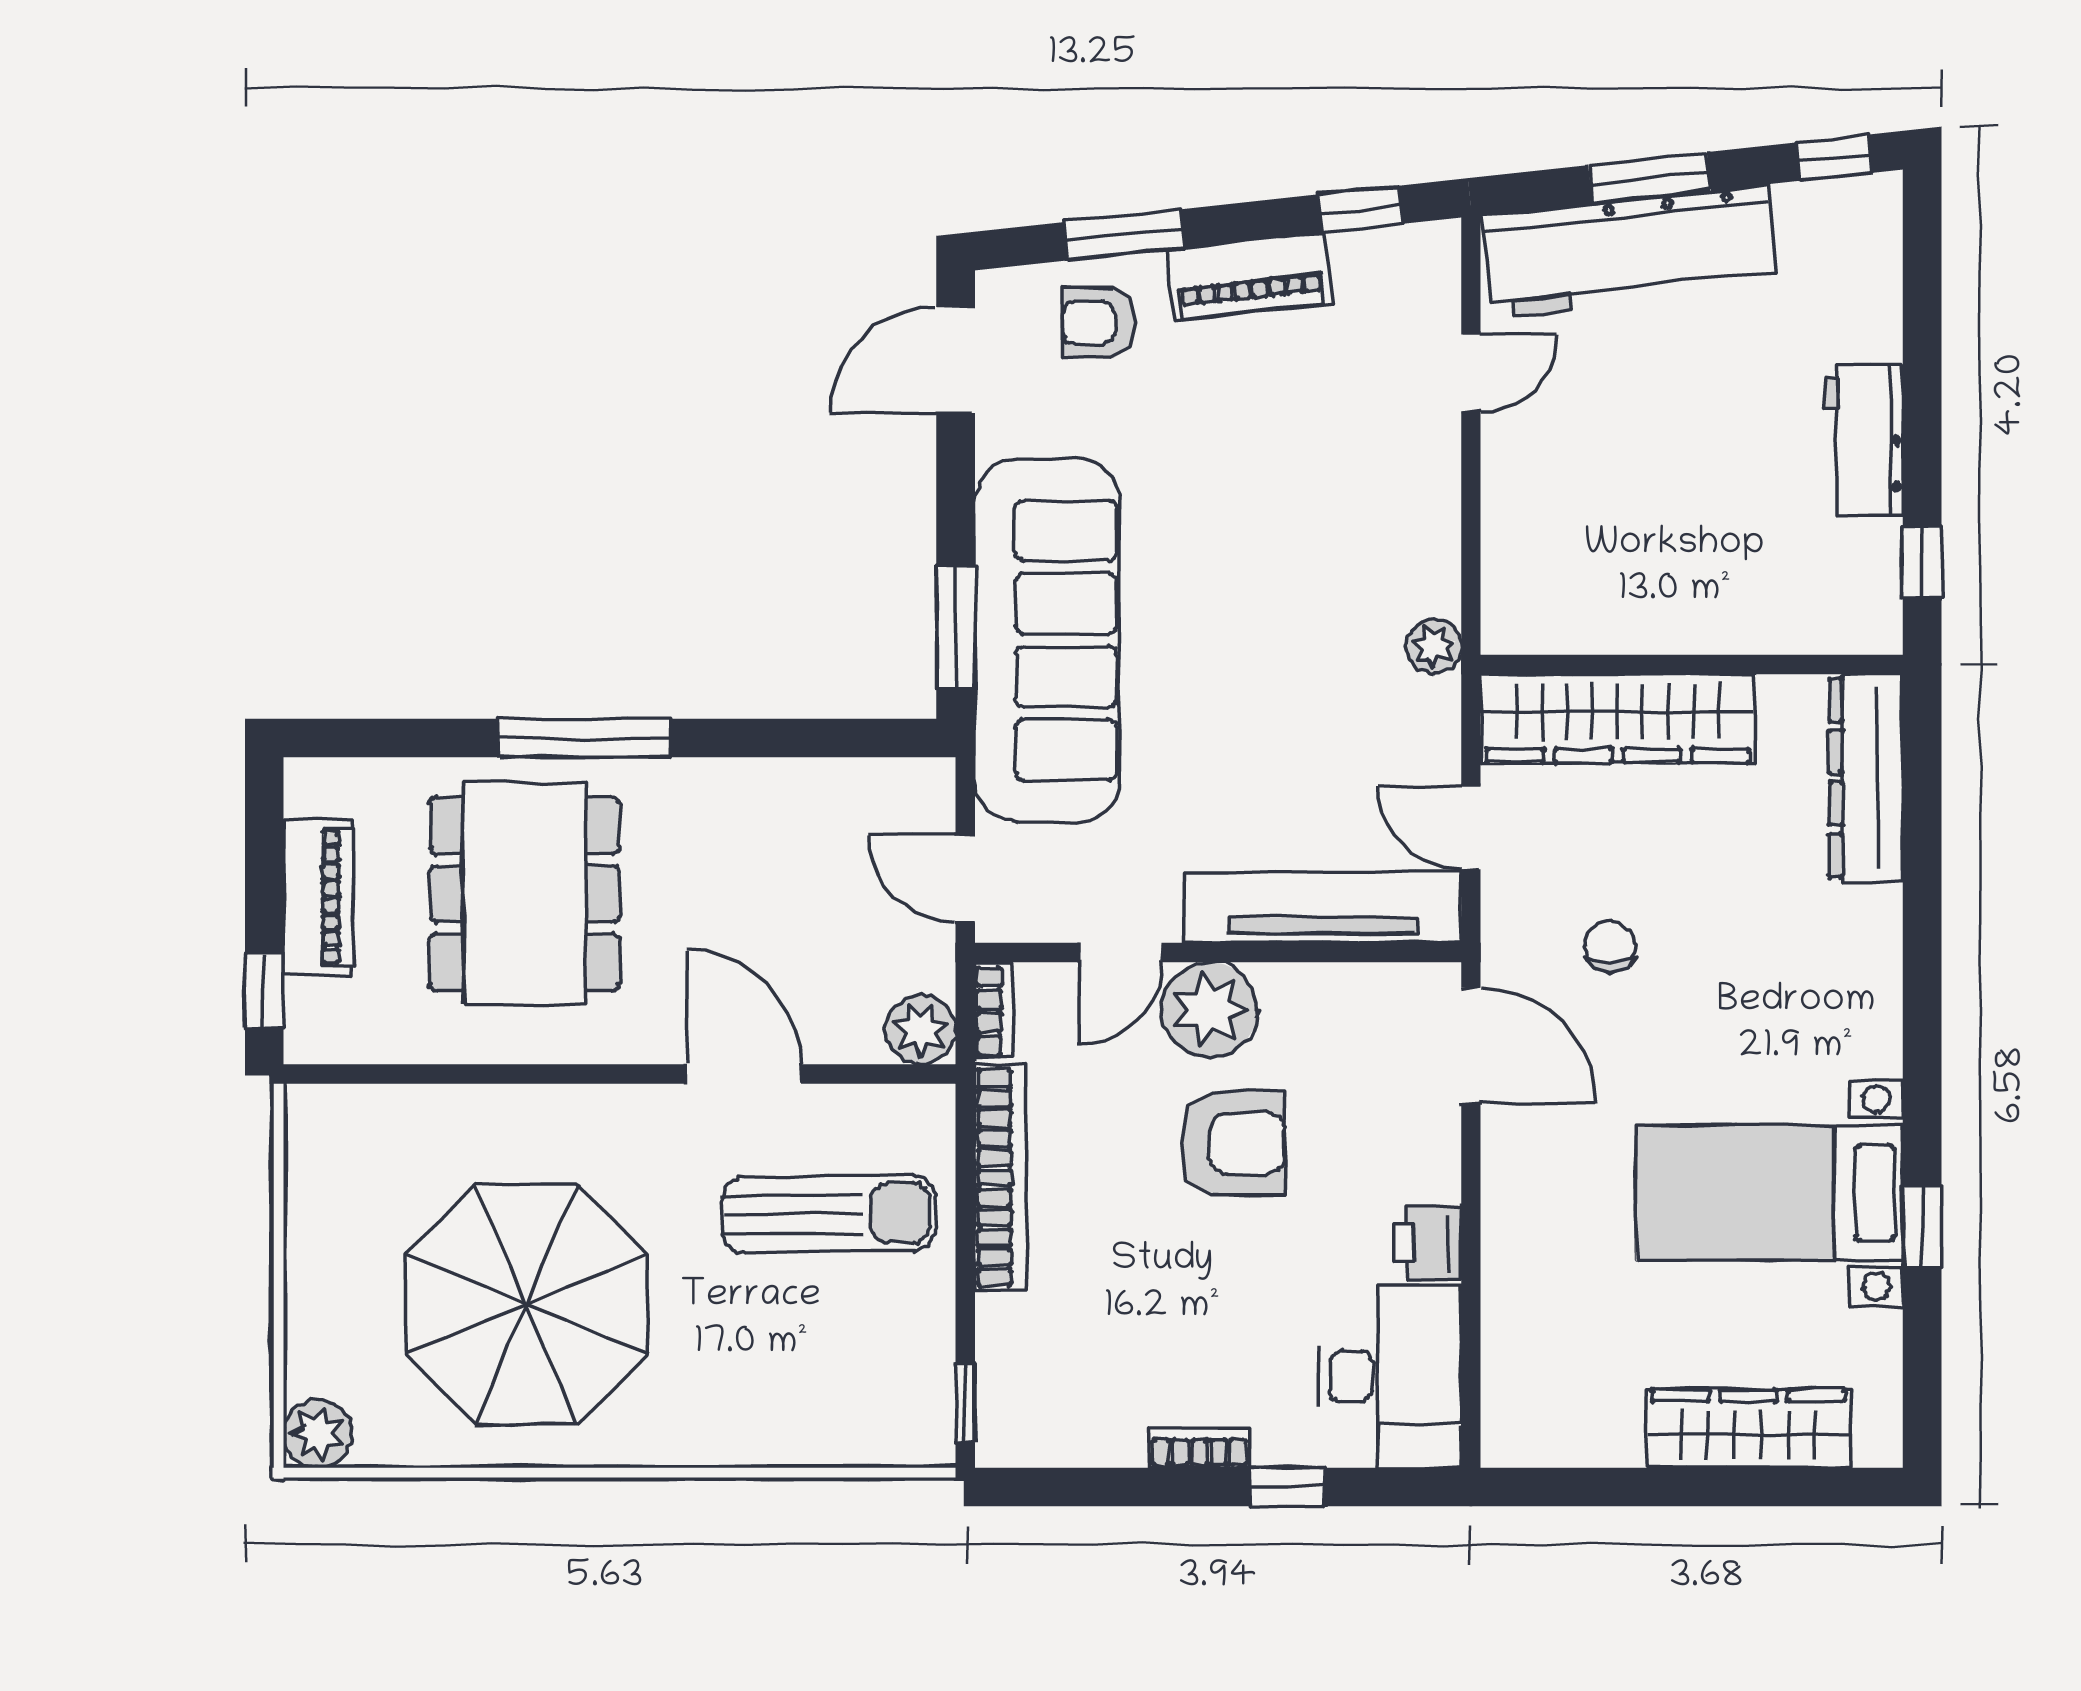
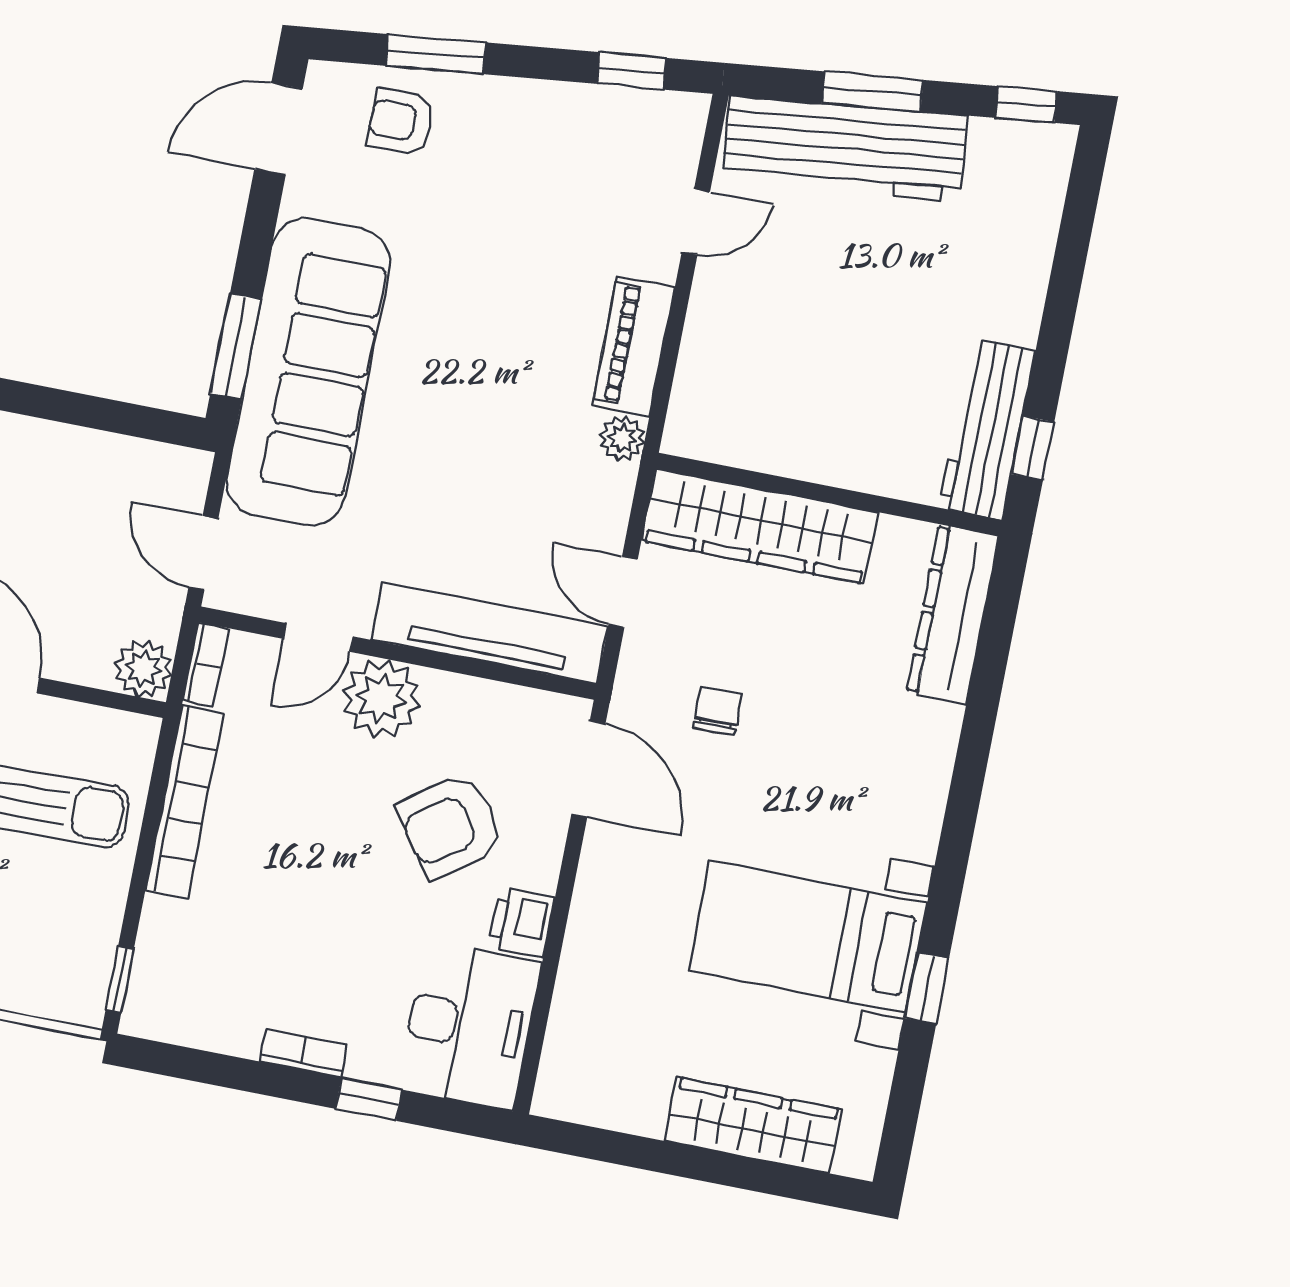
piano: (1249, 276) -> (633, 346), moved, turned 96
workbench: (1864, 440) -> (987, 429), moved, width x1.38
armchair: (1233, 1143) -> (451, 825), moved, turned 144

